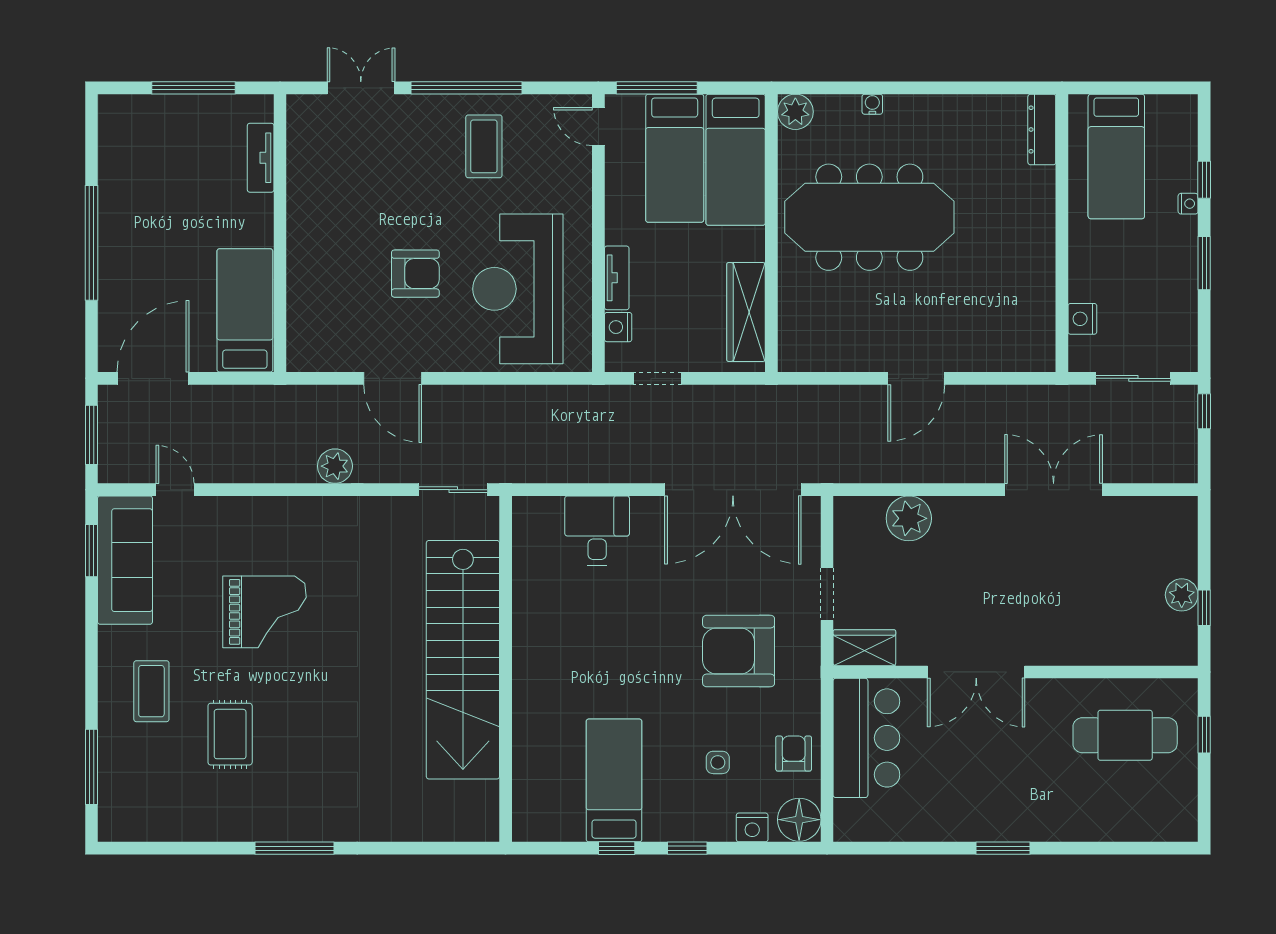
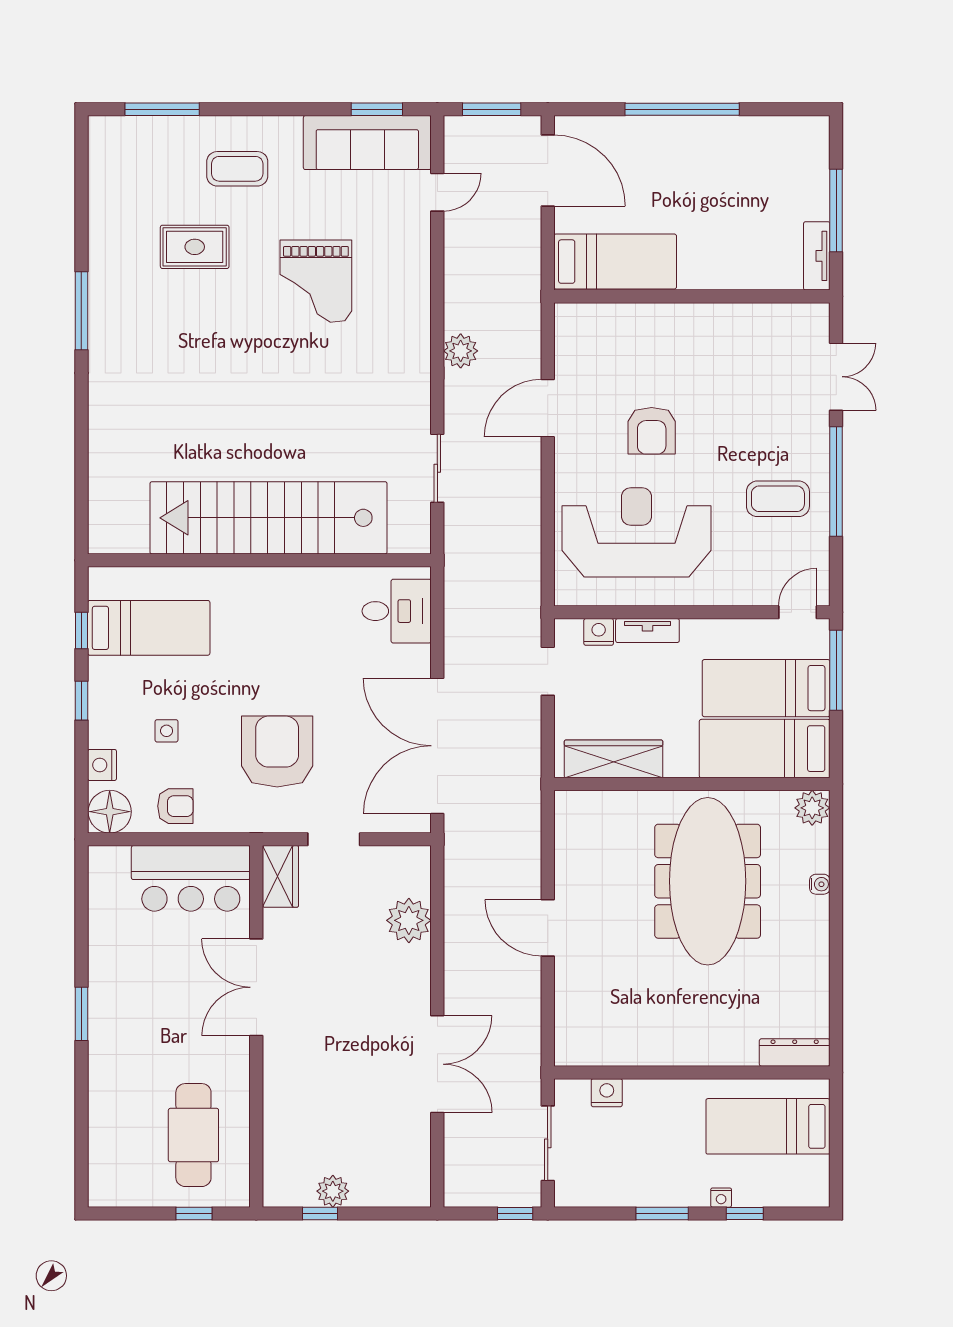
tv unit: (261, 158) -> (817, 256), moved, turned -90
stairs: (463, 660) -> (269, 518), moved
wall: (506, 669) -> (259, 560), moved

